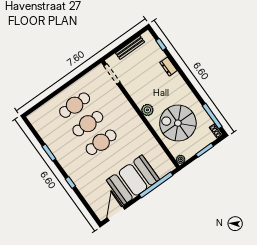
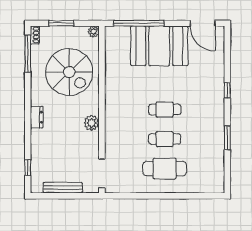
dresser: (168, 67) -> (37, 117), moved
plant: (147, 110) -> (92, 123), moved
cafe table: (88, 124) -> (165, 139), width x0.73, depth x0.74
cafe table: (101, 142) -> (165, 110), width x0.73, depth x0.74
door: (116, 214) -> (203, 23), hinge flipped

